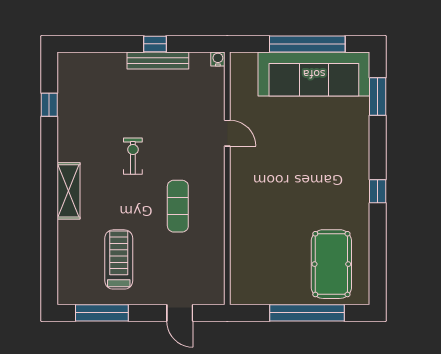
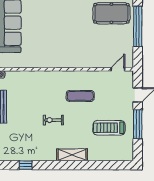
door: (227, 133) -> (118, 69), moved
window: (102, 313) -> (138, 124), moved

